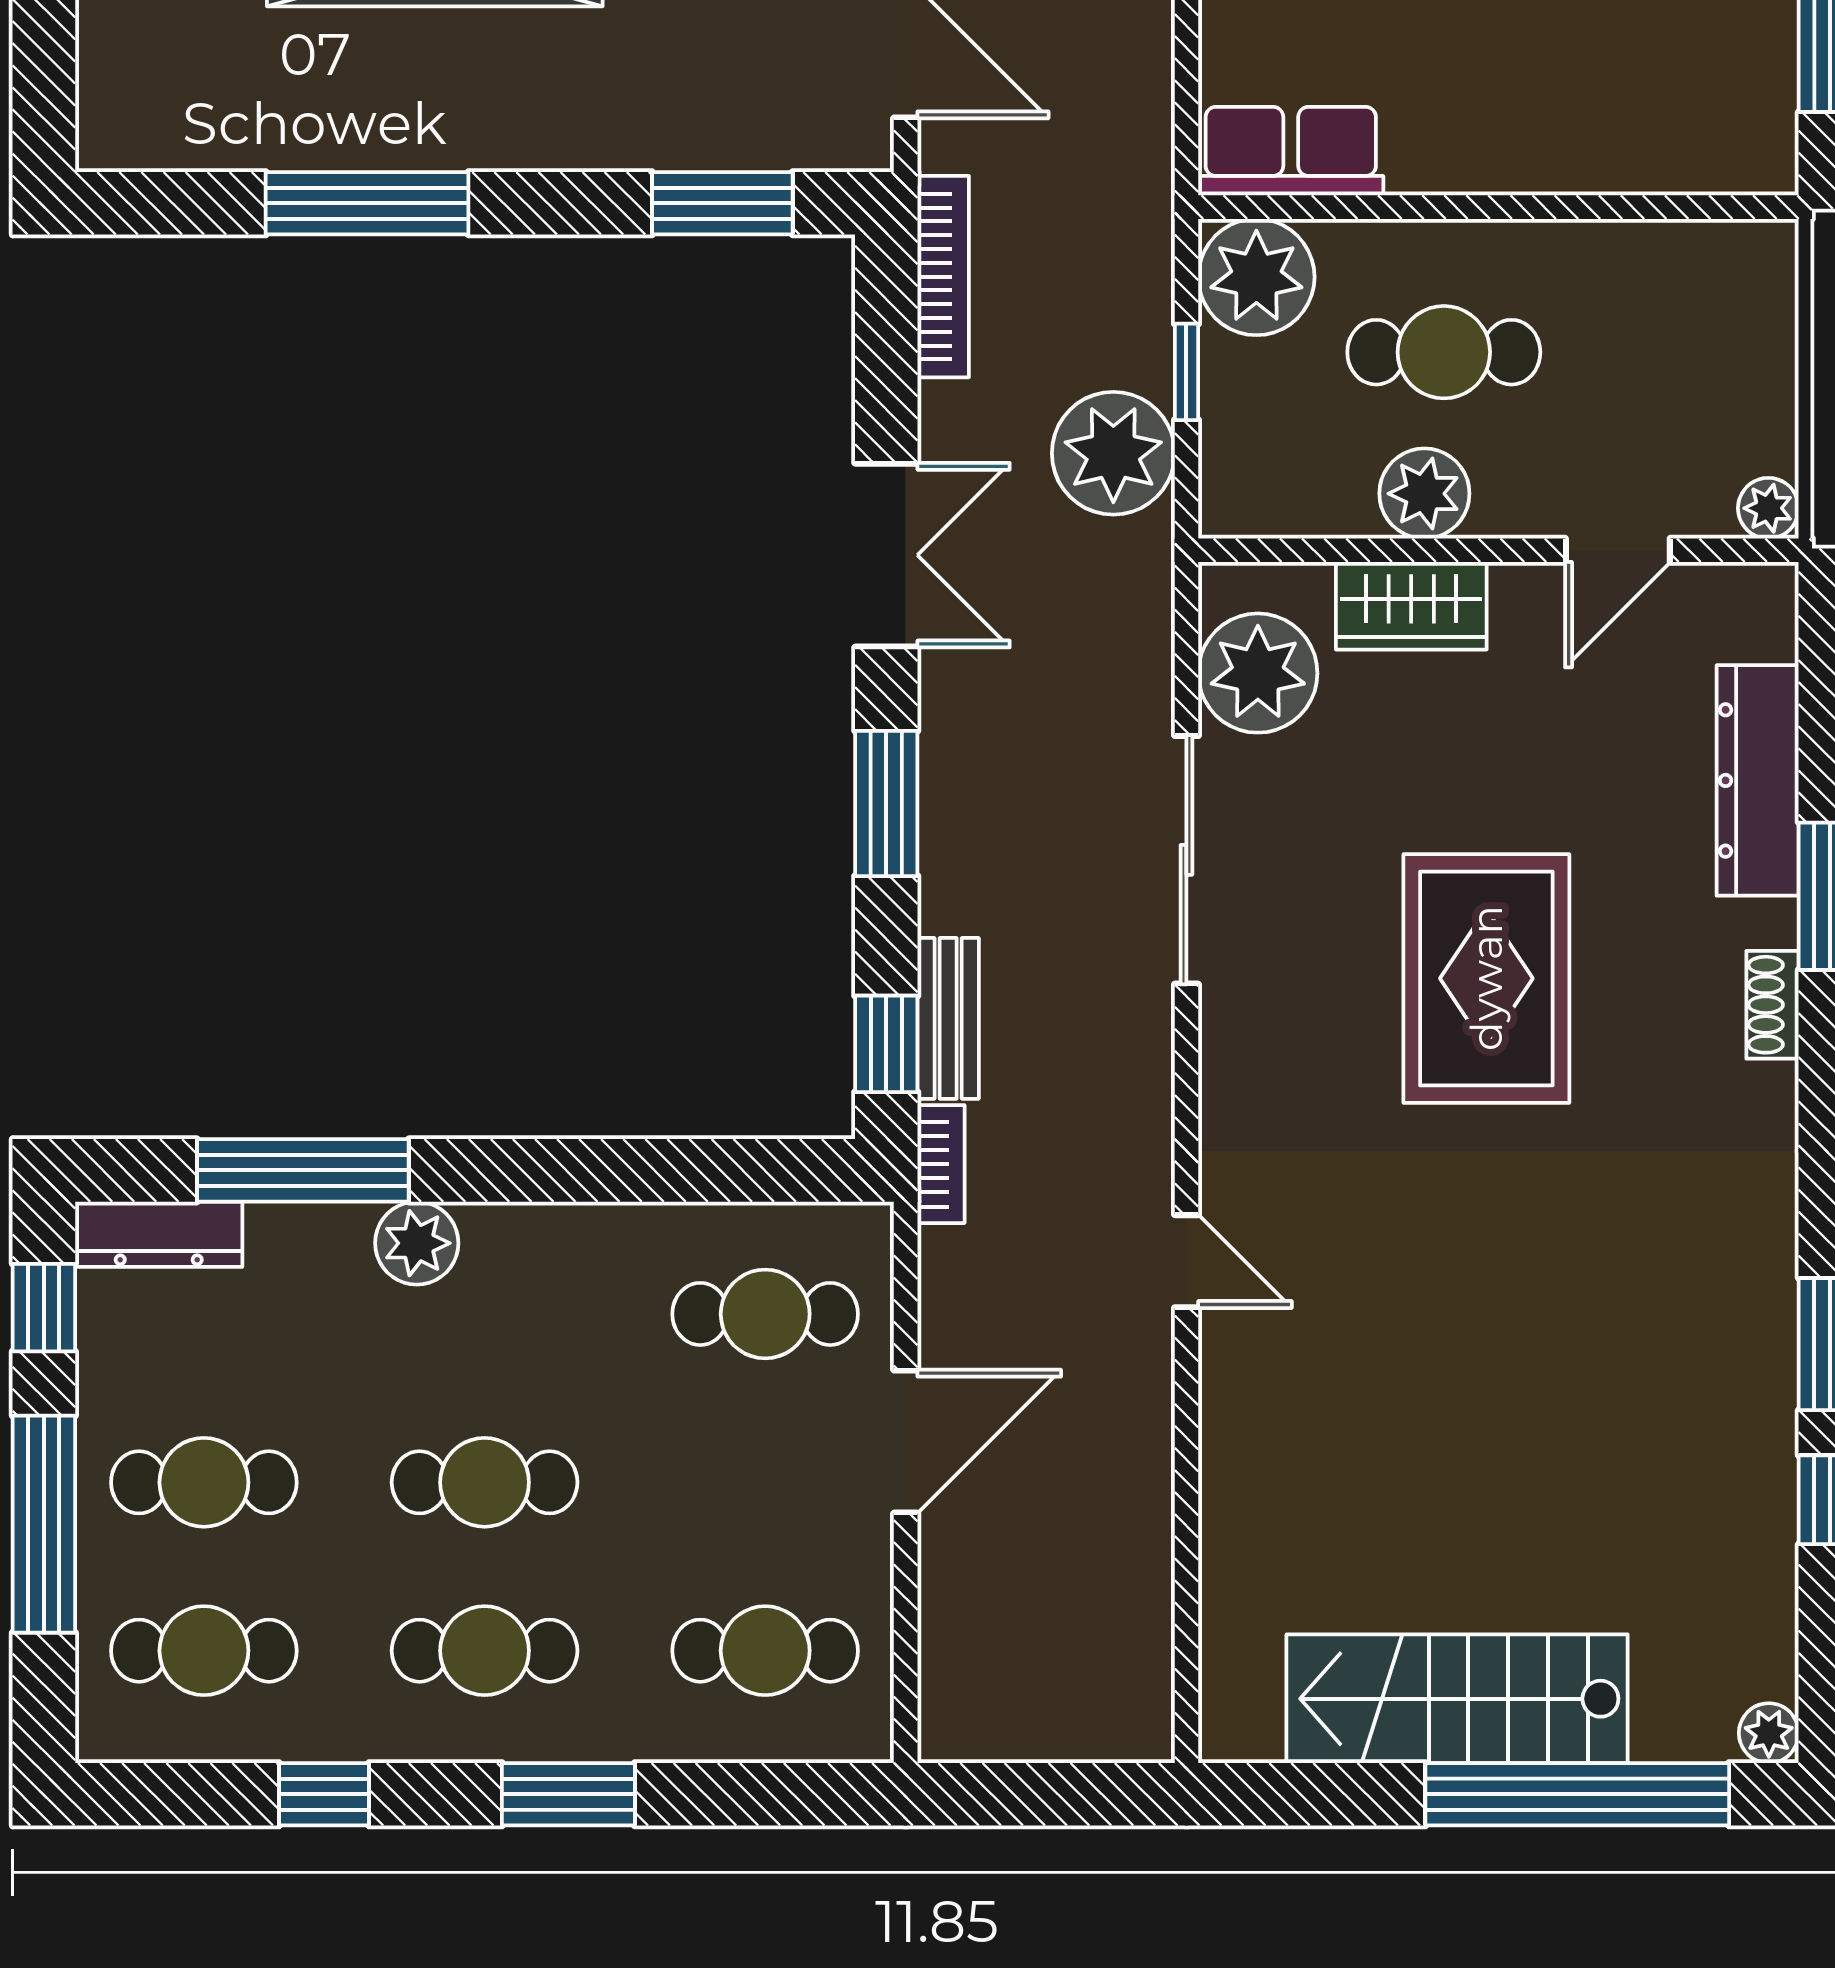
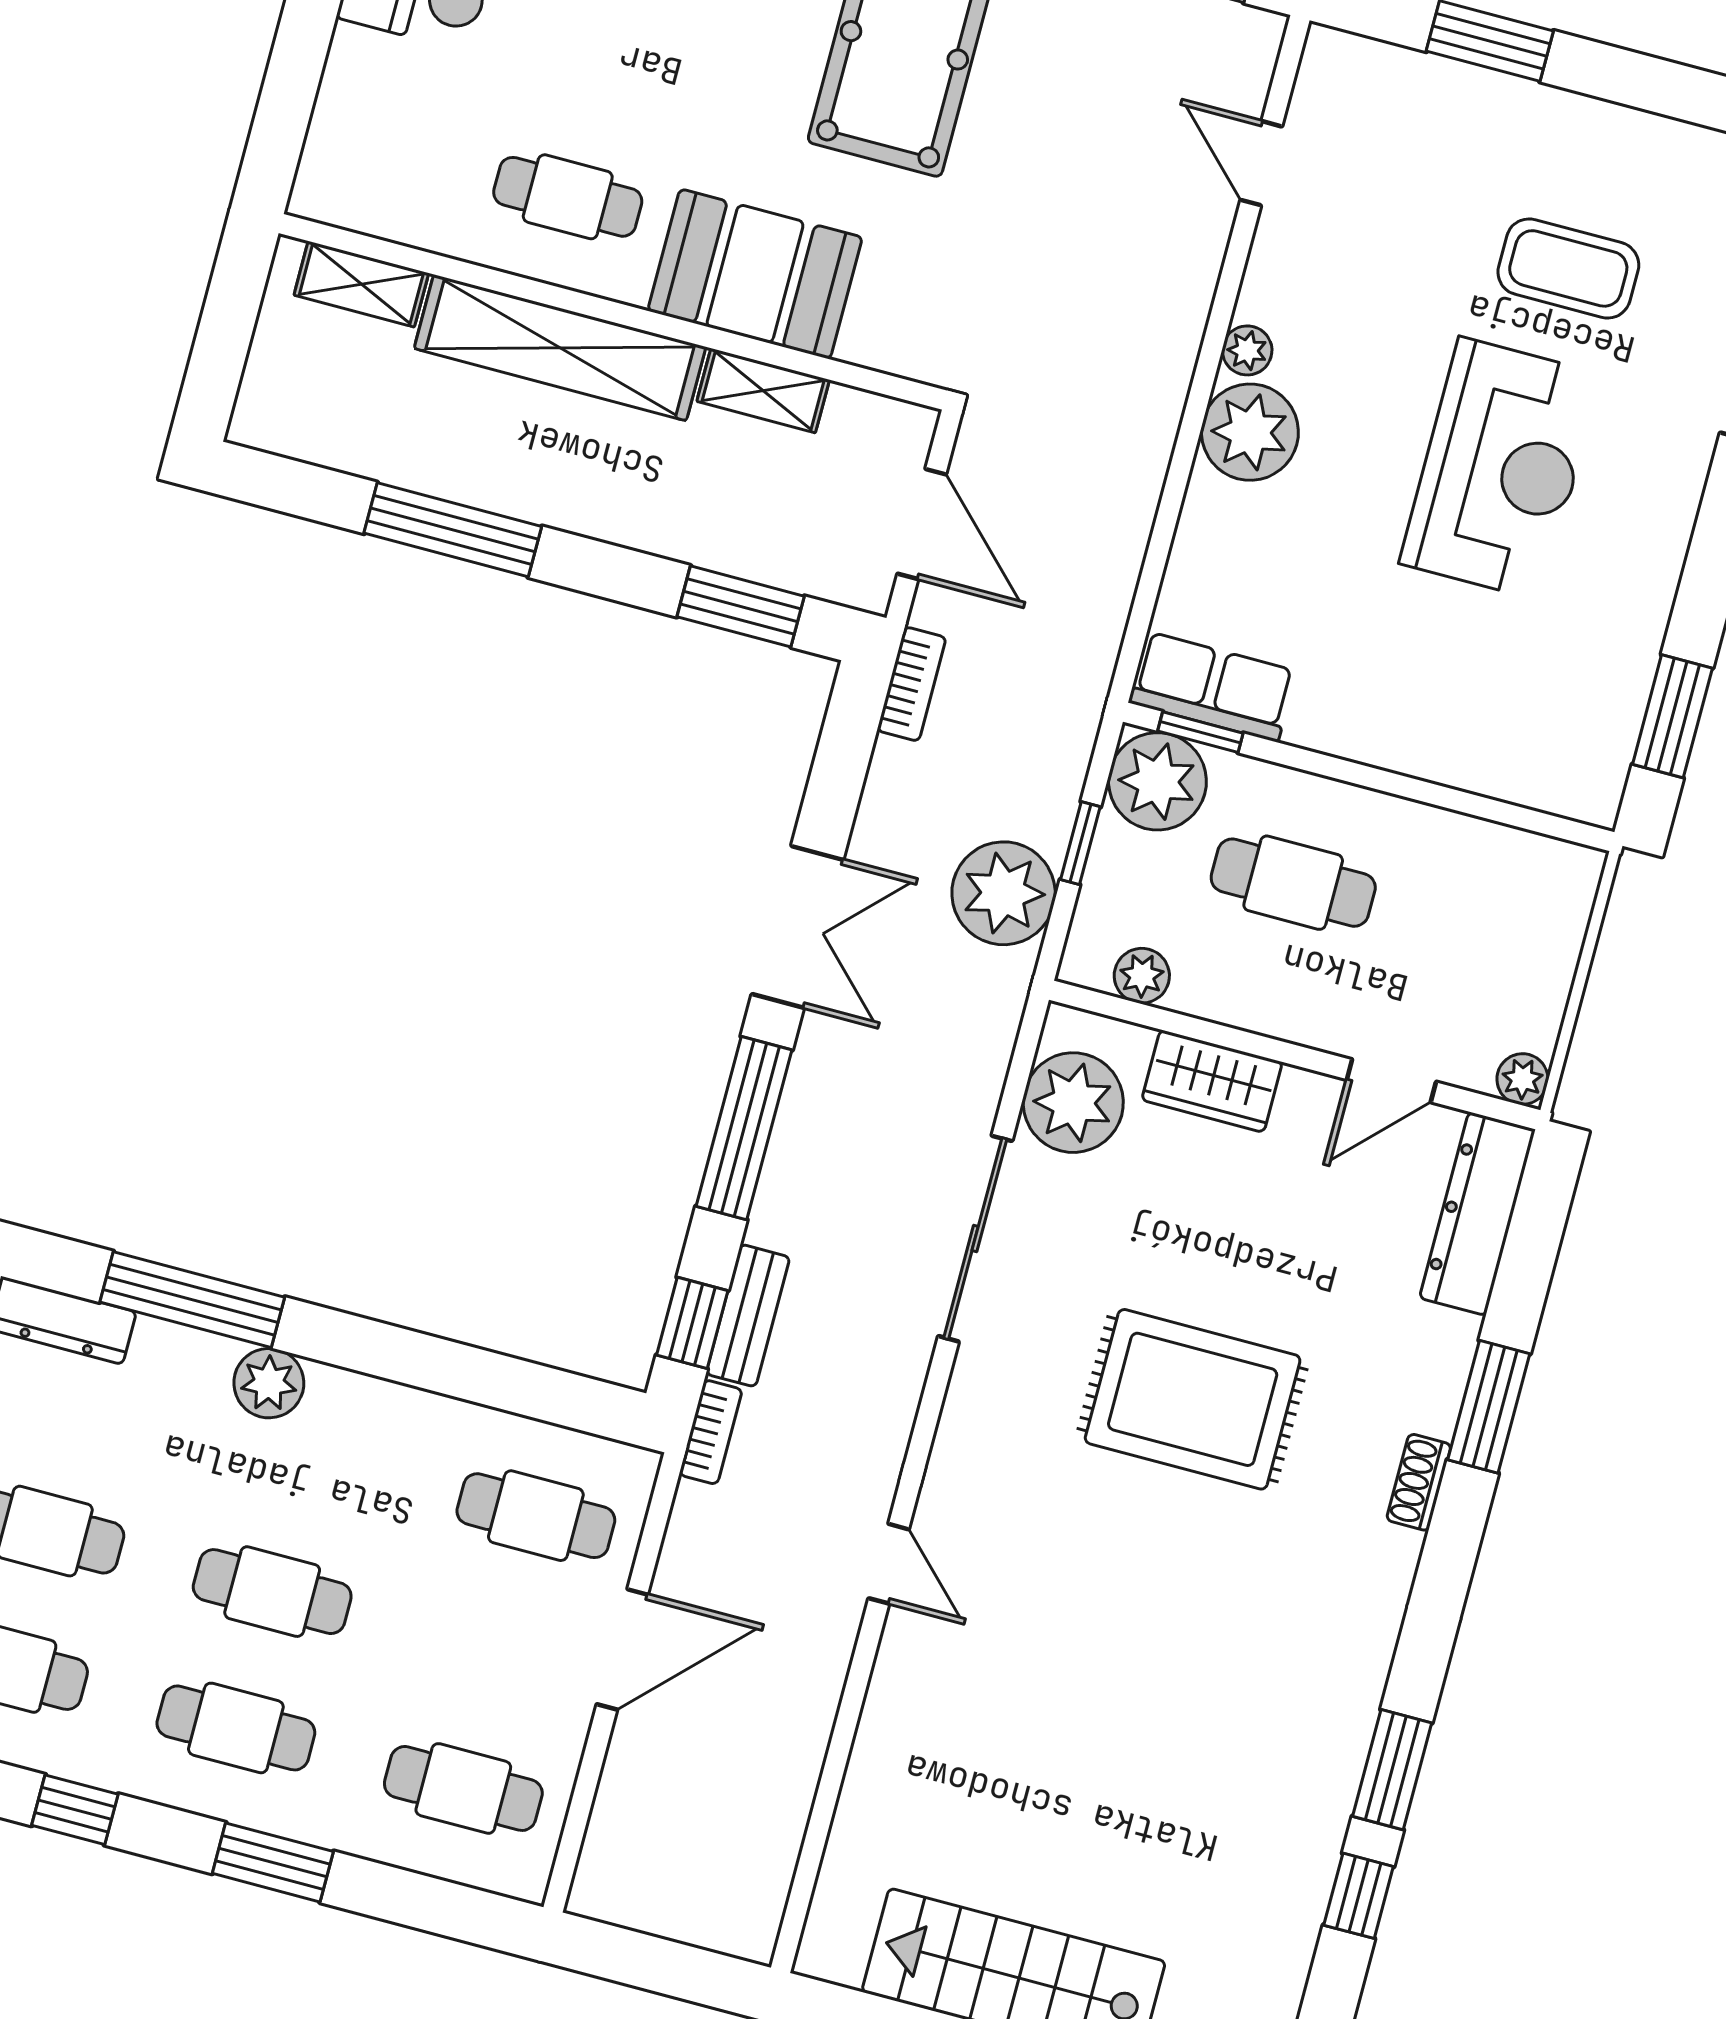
window: (1291, 207) -> (1200, 732), added
bookcase: (943, 277) -> (912, 684), width x0.64
plant: (1424, 494) -> (1142, 976), moved, width x0.73, depth x0.73
dresser: (1758, 780) -> (1477, 1214), moved
window: (886, 803) -> (744, 1128), width x1.44
rug: (1486, 978) -> (1193, 1399), turned 90

